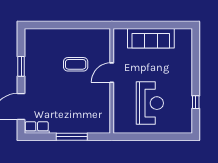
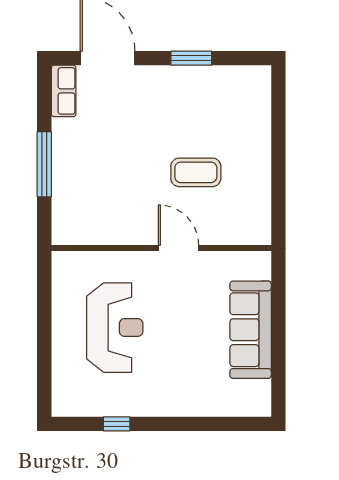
coffee table: (76, 64) -> (196, 172), turned 90
reception desk: (150, 103) -> (115, 328), turned -90

